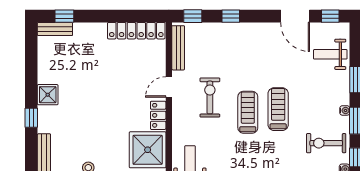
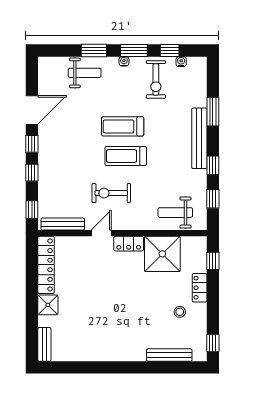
window: (64, 16) -> (32, 335), removed
window: (330, 16) -> (32, 144), moved
weight bench: (330, 54) -> (85, 73), moved, turned -90
door: (169, 87) -> (101, 233), swing flipped
shower: (48, 95) -> (48, 305), moved
window: (31, 118) -> (131, 367), removed

